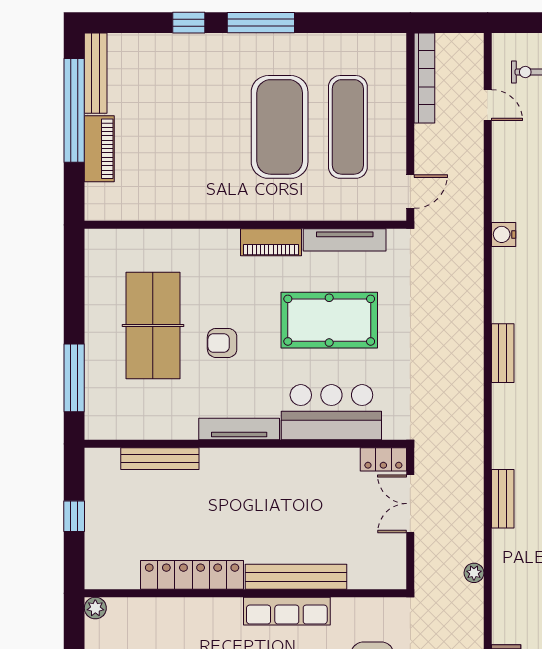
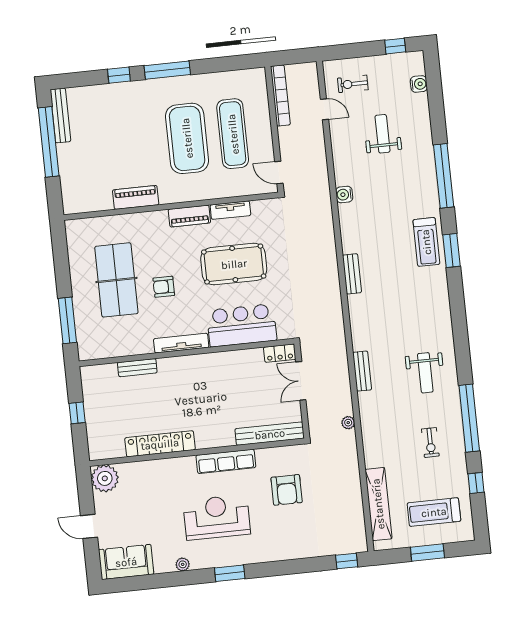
piano: (99, 149) -> (136, 197), moved, turned -90
door: (410, 192) -> (279, 172), swing flipped
tv unit: (345, 240) -> (230, 210), width x0.71
bench: (160, 459) -> (137, 368), width x0.73
bench: (296, 577) -> (270, 434), moved
plant: (95, 608) -> (105, 478), width x1.87, depth x1.87

